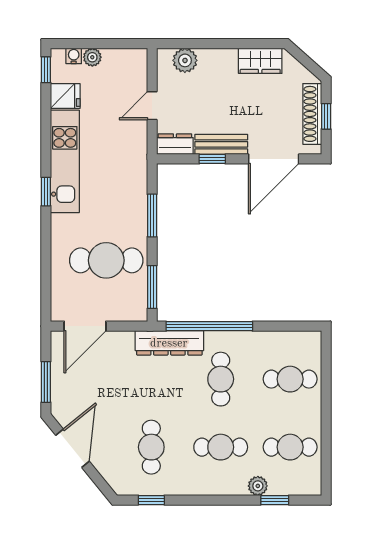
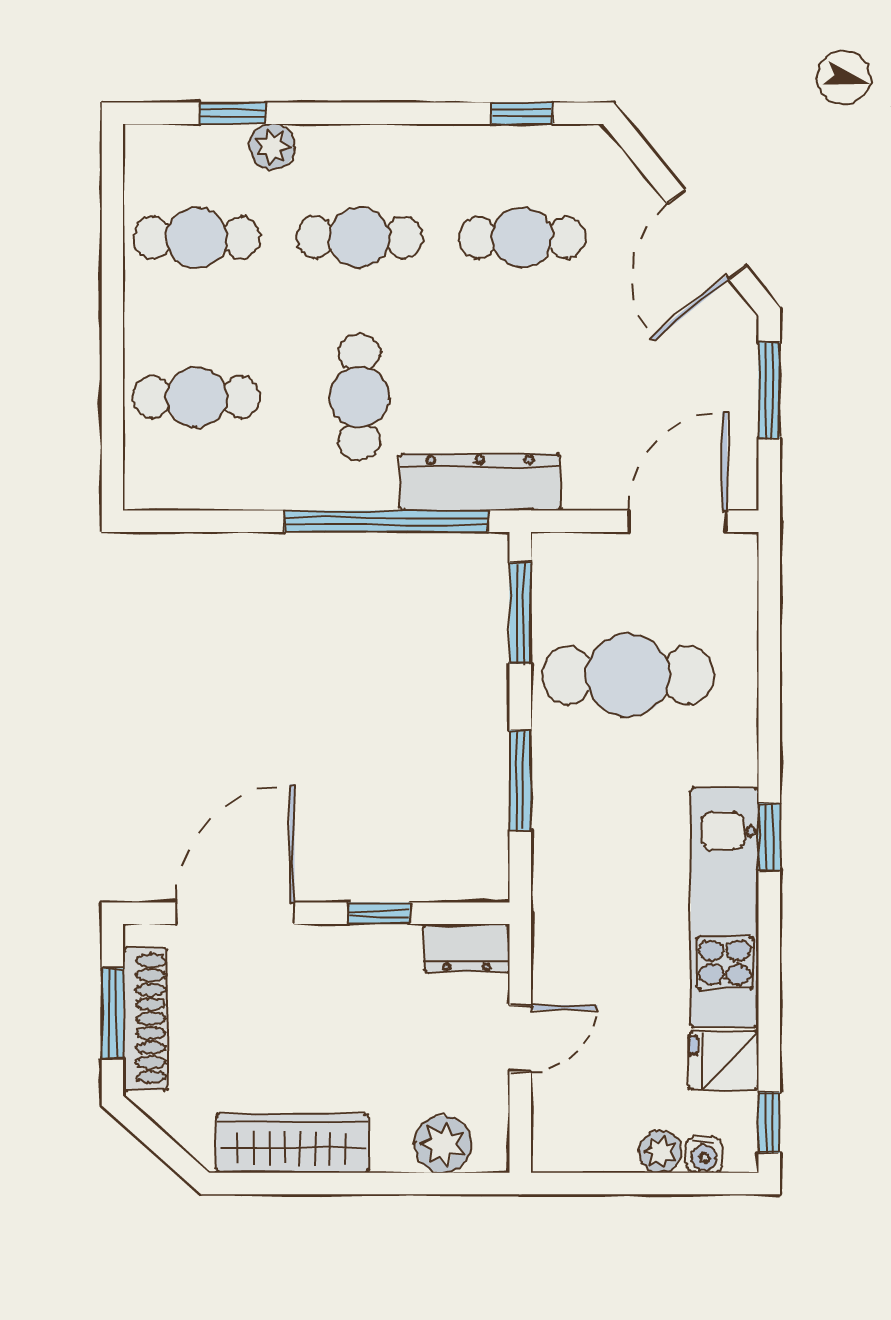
wardrobe: (260, 61) -> (292, 1143), width x1.50
window: (326, 116) -> (112, 1013), width x1.50
bench: (221, 144) -> (358, 947), removed
cafe table: (151, 447) -> (522, 237), turned 90

